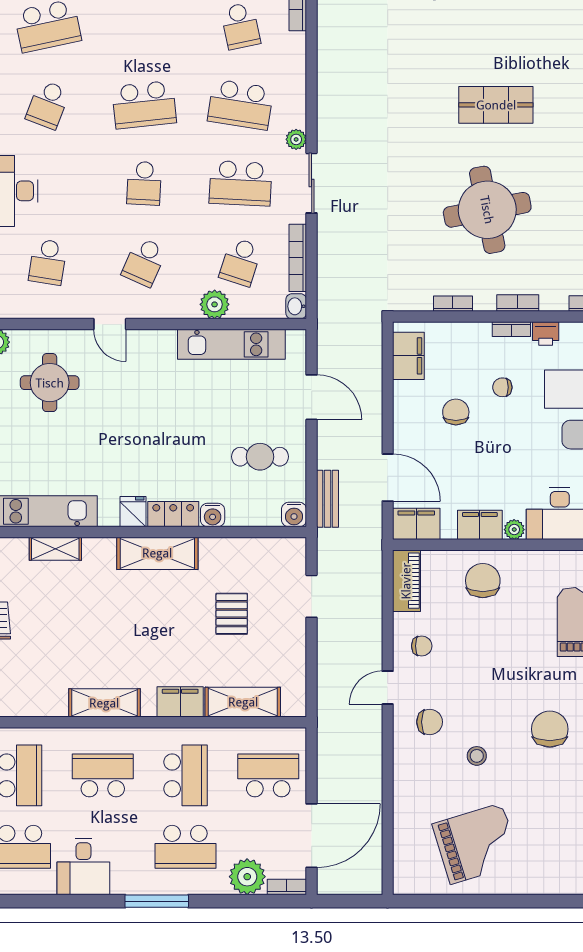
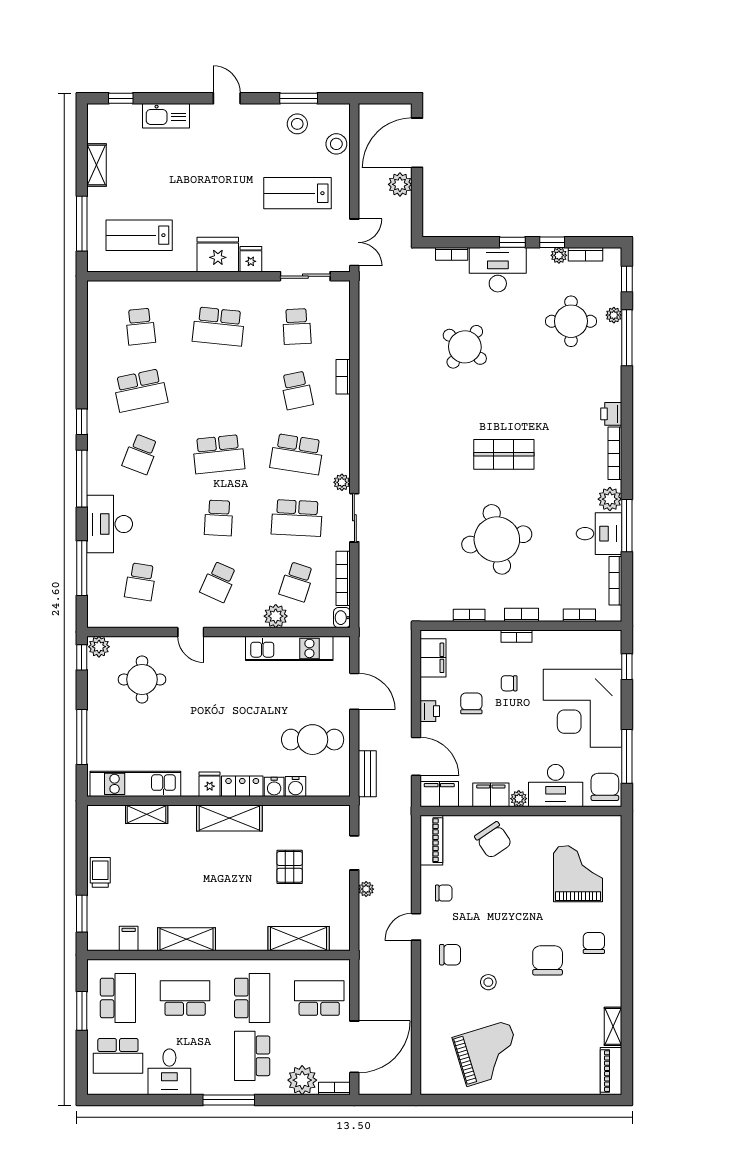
printer: (546, 333) -> (430, 711), moved, turned -90
cafe table: (260, 457) -> (313, 740), width x1.37, depth x1.35
water cooler: (294, 515) -> (296, 786), moved
chair: (483, 581) -> (493, 840), turned 146
plant: (326, 641) -> (366, 889), added
filing cabinet: (180, 702) -> (129, 938), moved, width x0.50
school desk: (185, 847) -> (252, 1056), turned 90

